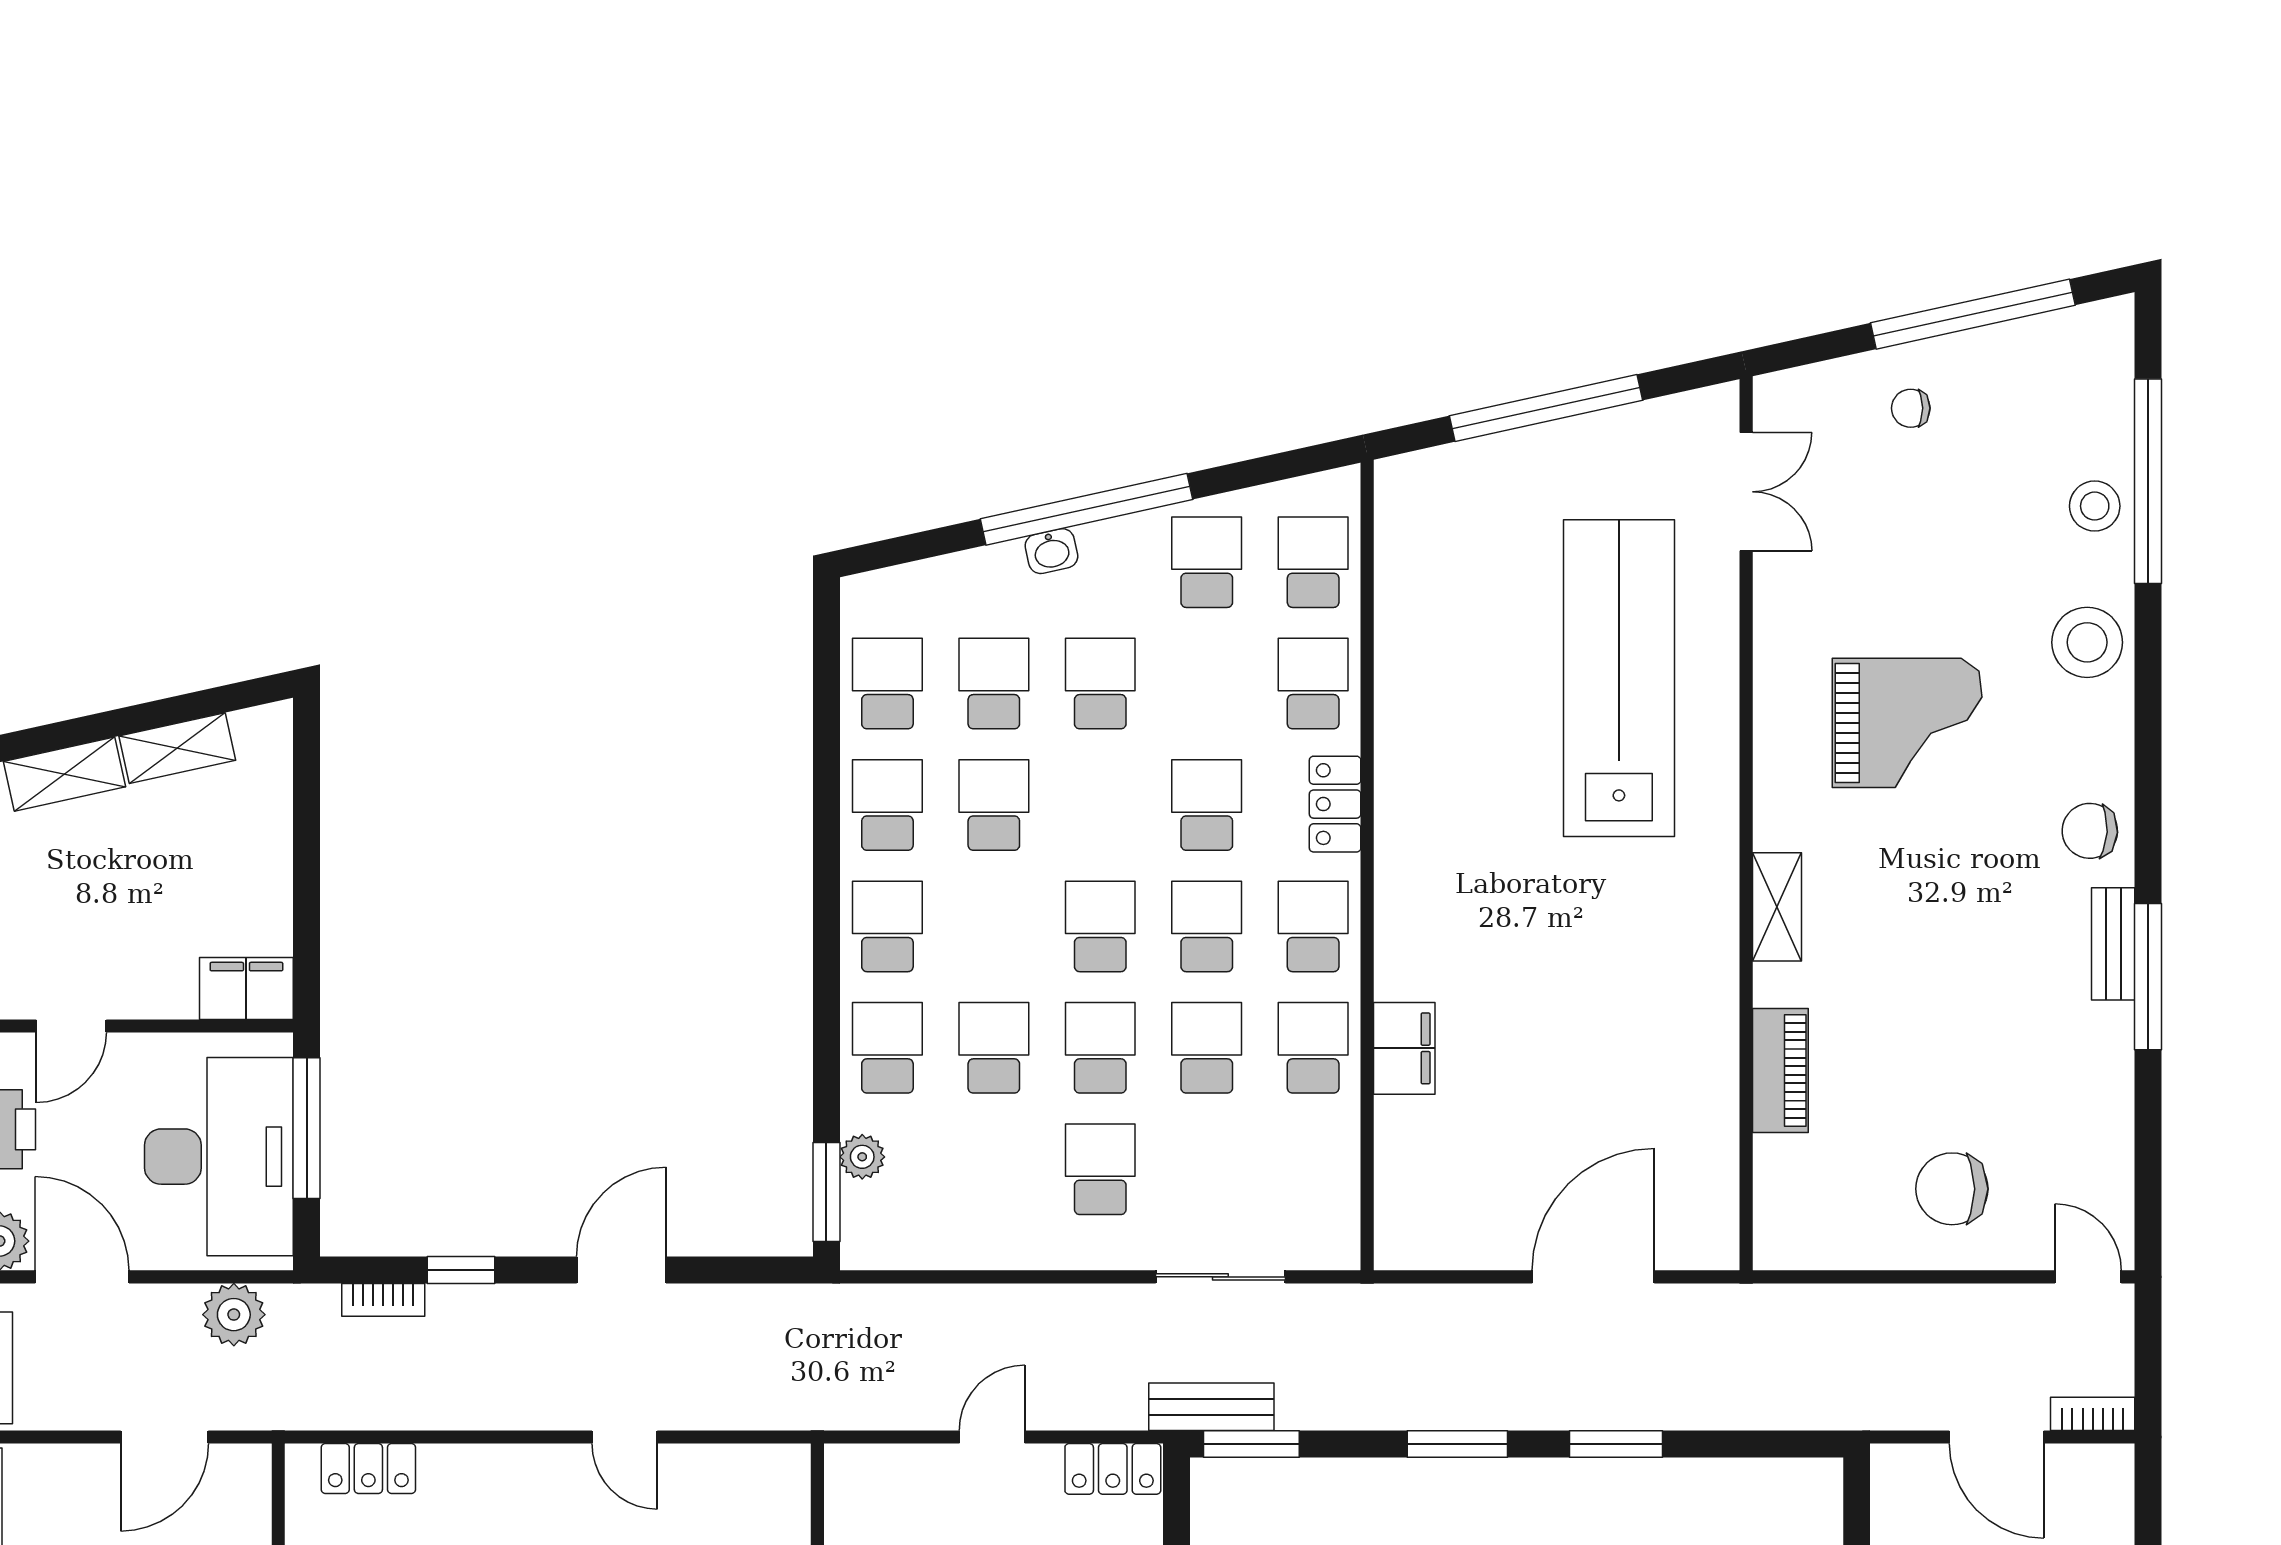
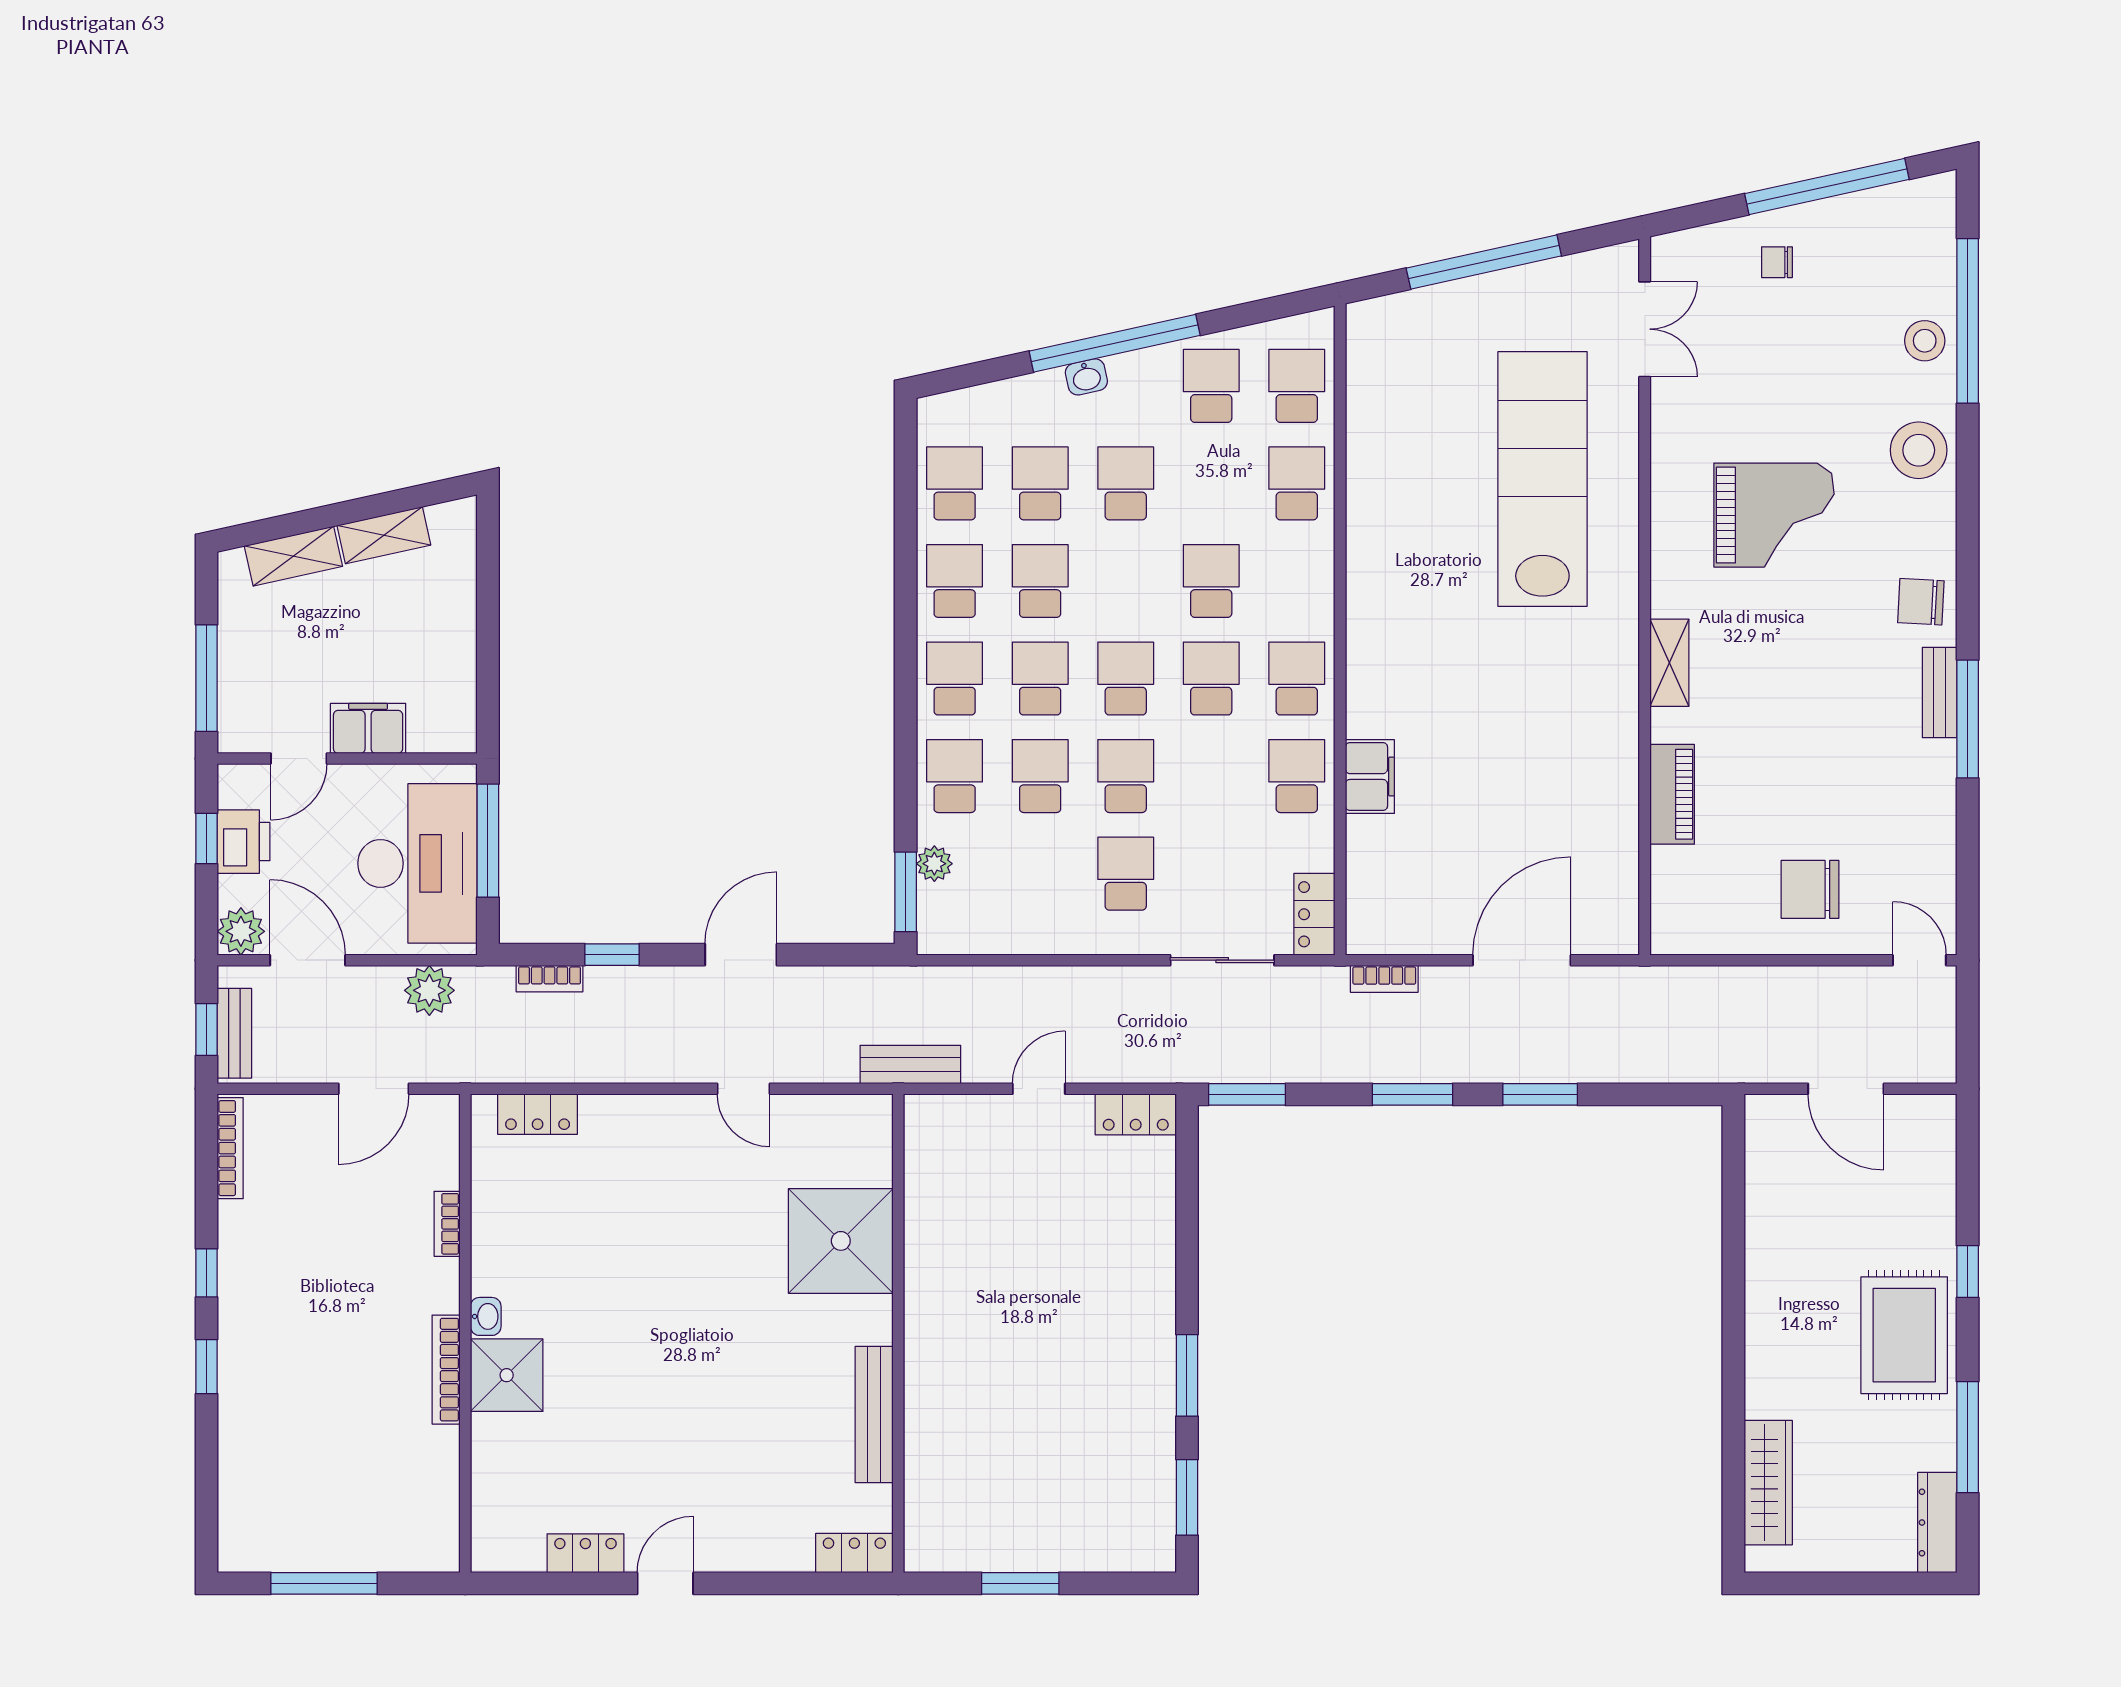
locker: (1335, 804) -> (1314, 914), moved
filing cabinet: (246, 988) -> (368, 728), moved
school desk: (1207, 1048) -> (1040, 679), moved
bench: (1211, 1407) -> (910, 1064), moved
bookcase: (2093, 1414) -> (1384, 979), moved, turned 180

